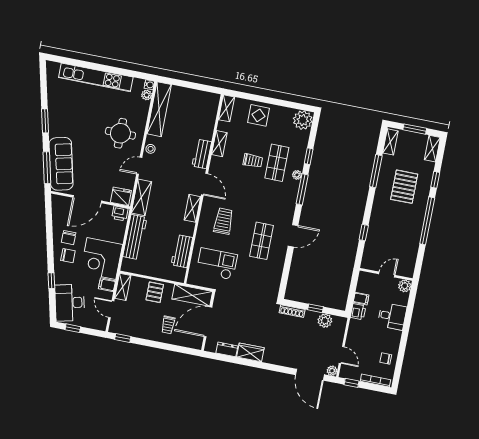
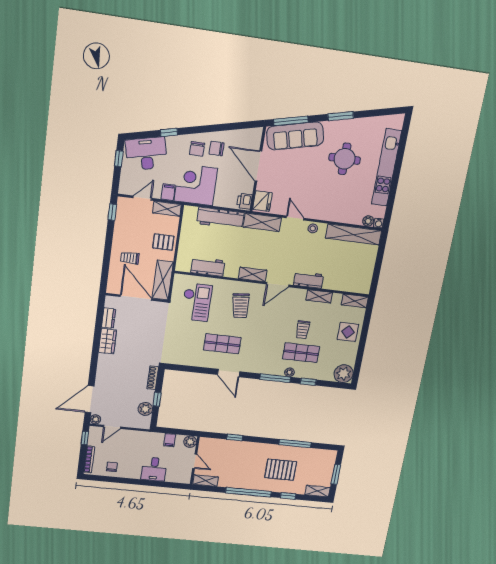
round table: (120, 133) -> (345, 159), moved
shelving: (390, 142) -> (206, 481), moved
trolley: (223, 221) -> (241, 306), turned 84
plant: (405, 286) -> (190, 442), moved
printer: (358, 312) -> (156, 438), removed

